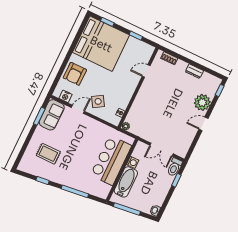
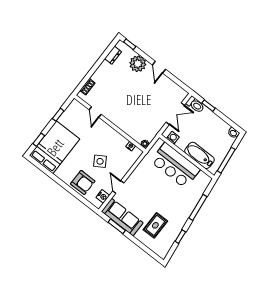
bed: (101, 44) -> (55, 147), width x0.73
dresser: (194, 71) -> (113, 55), moved
side table: (98, 101) -> (100, 161), moved
sofa: (52, 115) -> (122, 217), width x1.36
washing machine: (133, 162) -> (173, 138), moved

